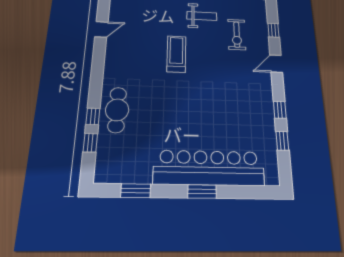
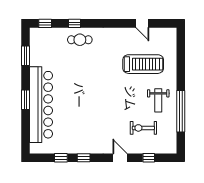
treadmill: (176, 54) -> (143, 64), moved, width x1.37, depth x1.38
cafe table: (117, 110) -> (80, 40), width x0.73, depth x0.74
window: (90, 143) -> (45, 23), moved

